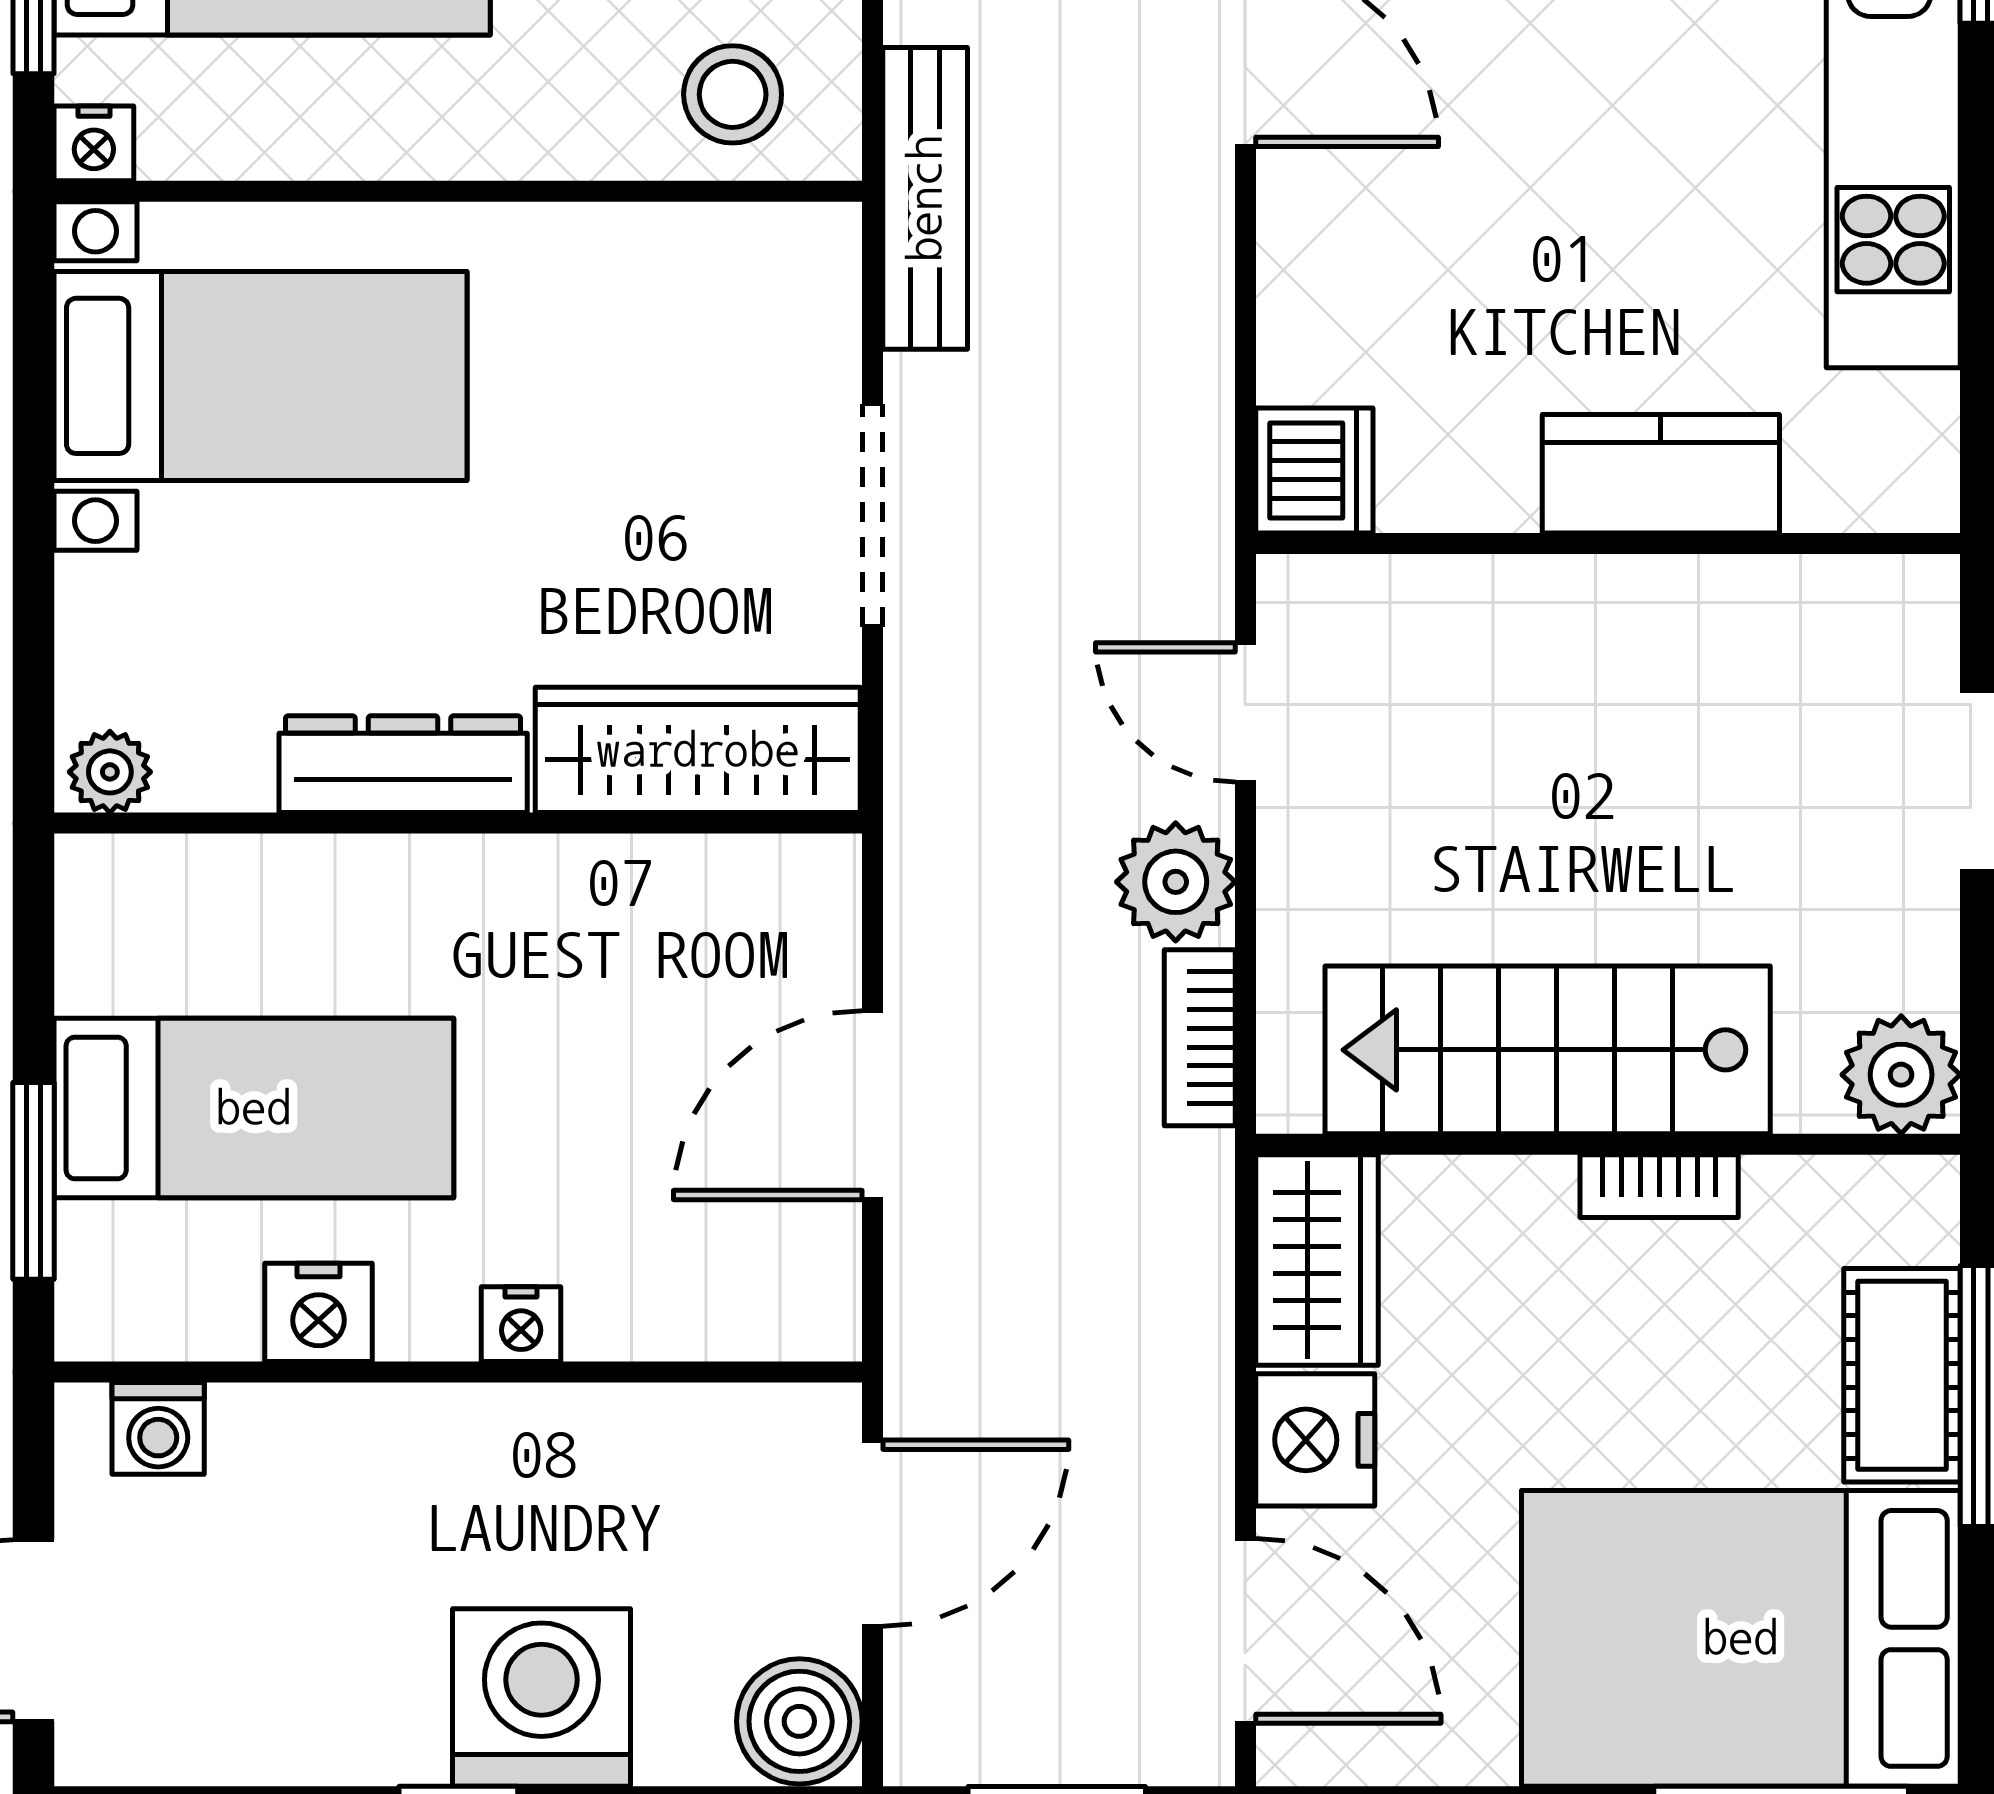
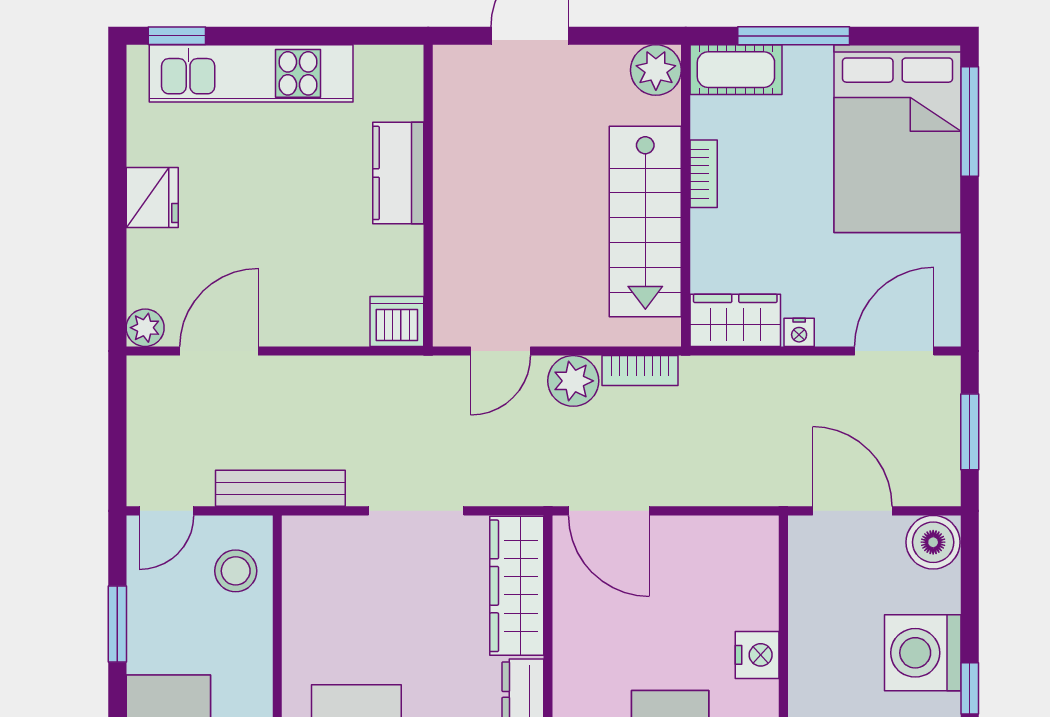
door: (873, 1105) -> (609, 511), moved
nightstand: (521, 1324) -> (757, 655), width x1.39, depth x1.35
cot: (1902, 1375) -> (736, 70), moved
nightstand: (1315, 1440) -> (799, 332), width x0.53, depth x0.56

